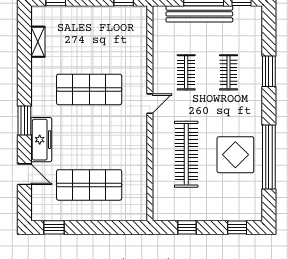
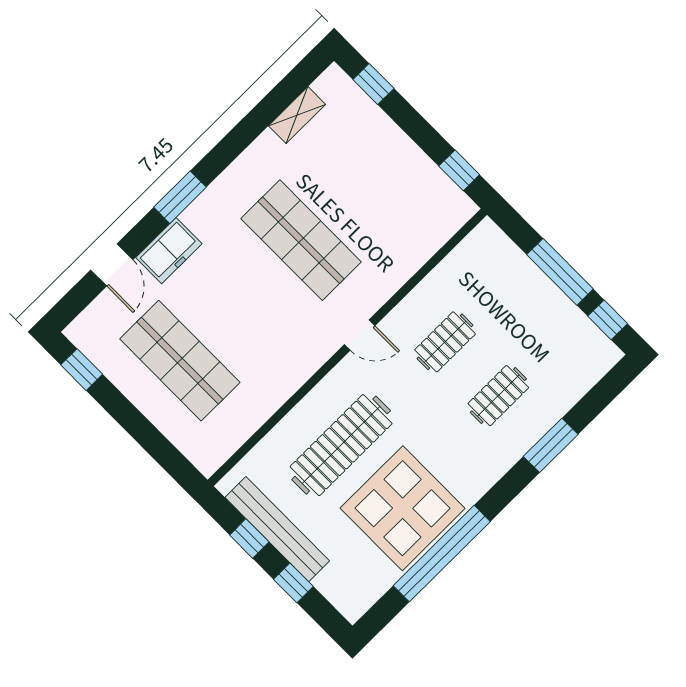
bench: (199, 14) -> (277, 529), moved
freezer: (41, 140) -> (169, 251), width x0.71
display table: (235, 155) -> (403, 508), width x1.36, depth x1.36
window: (237, 227) -> (293, 583), moved

